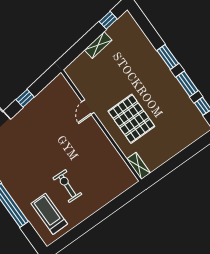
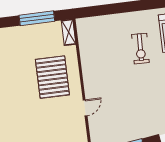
window: (173, 163) -> (37, 18), added

